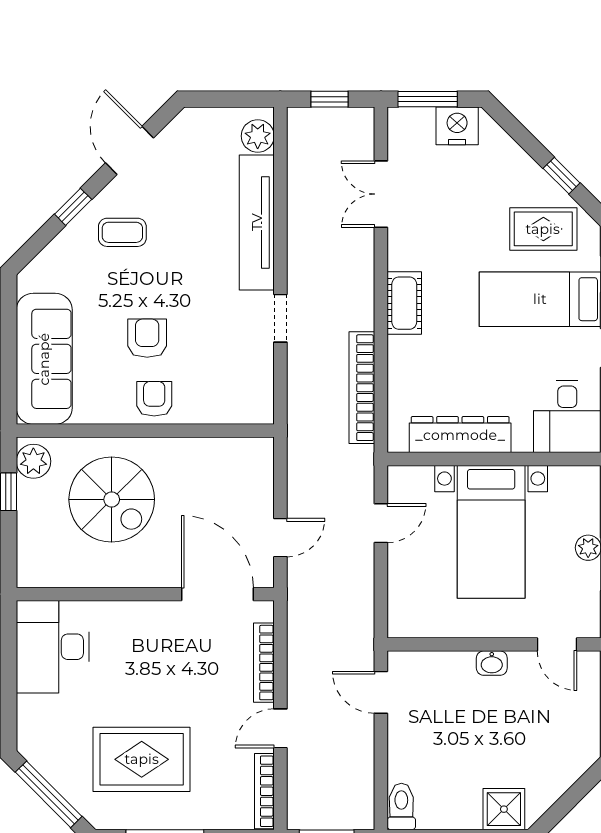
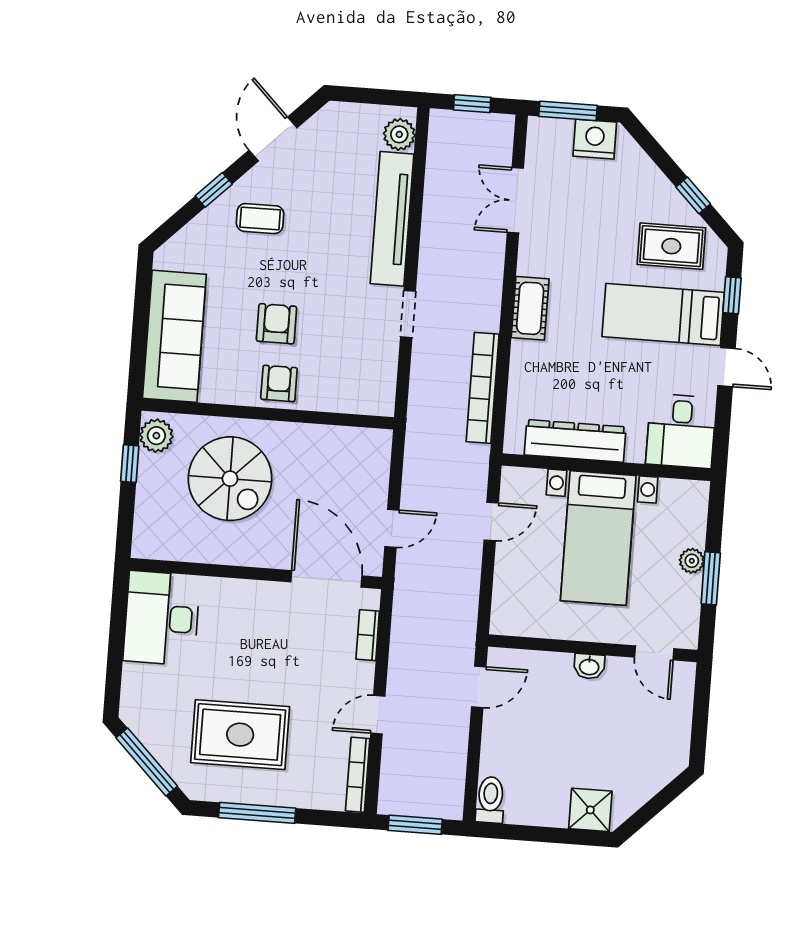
bookcase: (264, 663) -> (368, 635), width x0.64
door: (381, 692) -> (479, 687), swing flipped

